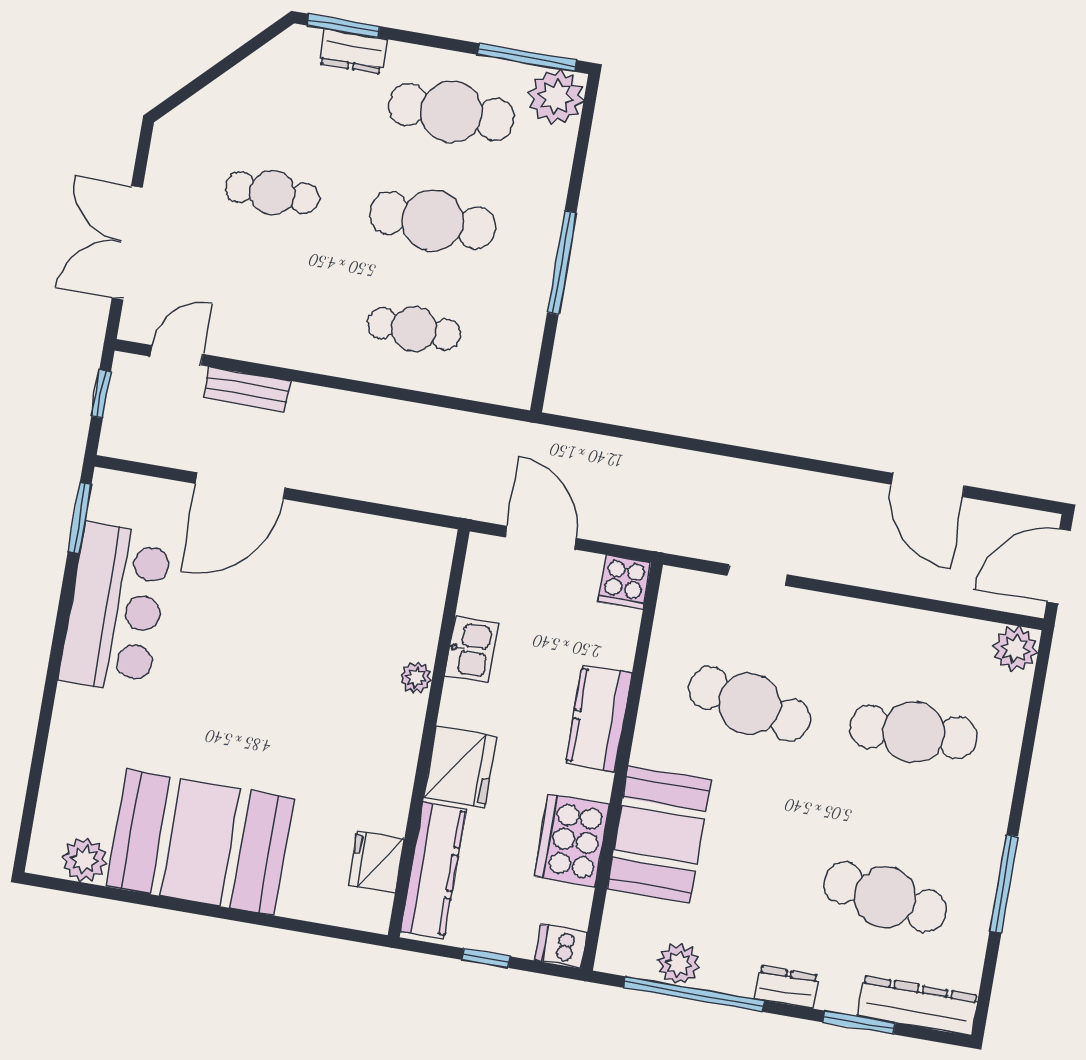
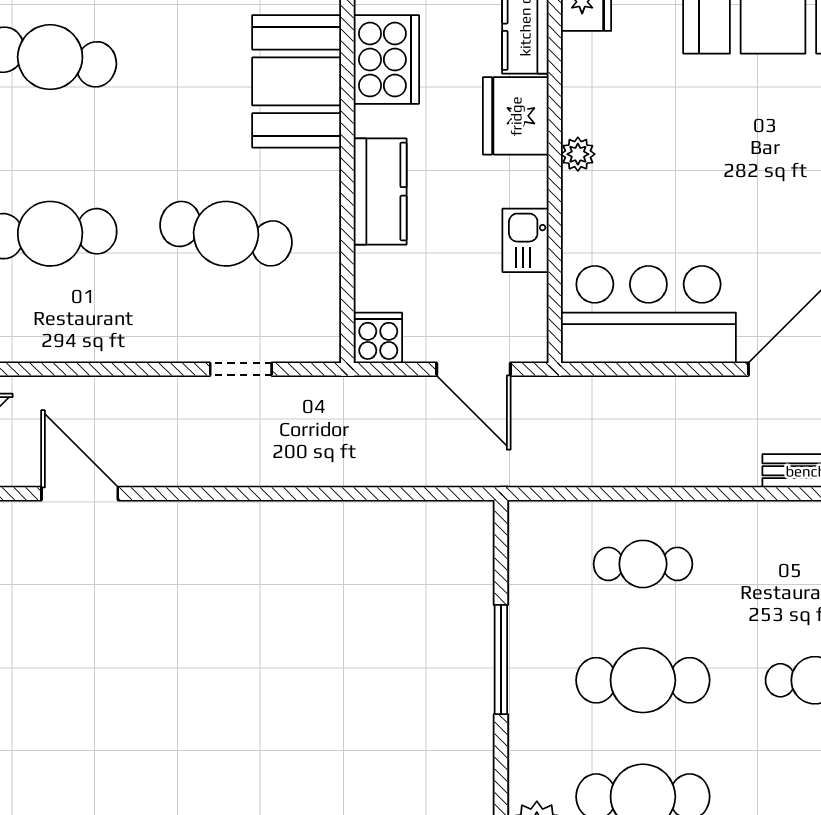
bar counter: (369, 561) -> (648, 314), added
plant: (416, 677) -> (578, 154), moved

